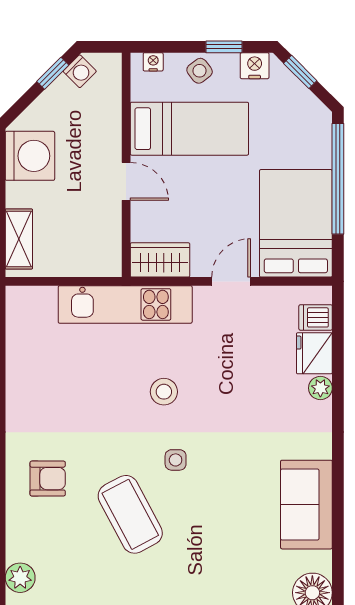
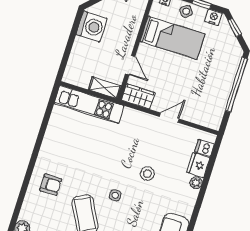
door: (126, 181) -> (130, 65), moved
bed: (296, 223) -> (209, 100), removed
shelving: (19, 239) -> (105, 88), moved, turned 90
kitchen unit: (125, 304) -> (89, 105), moved
stool: (164, 392) -> (147, 174), moved

